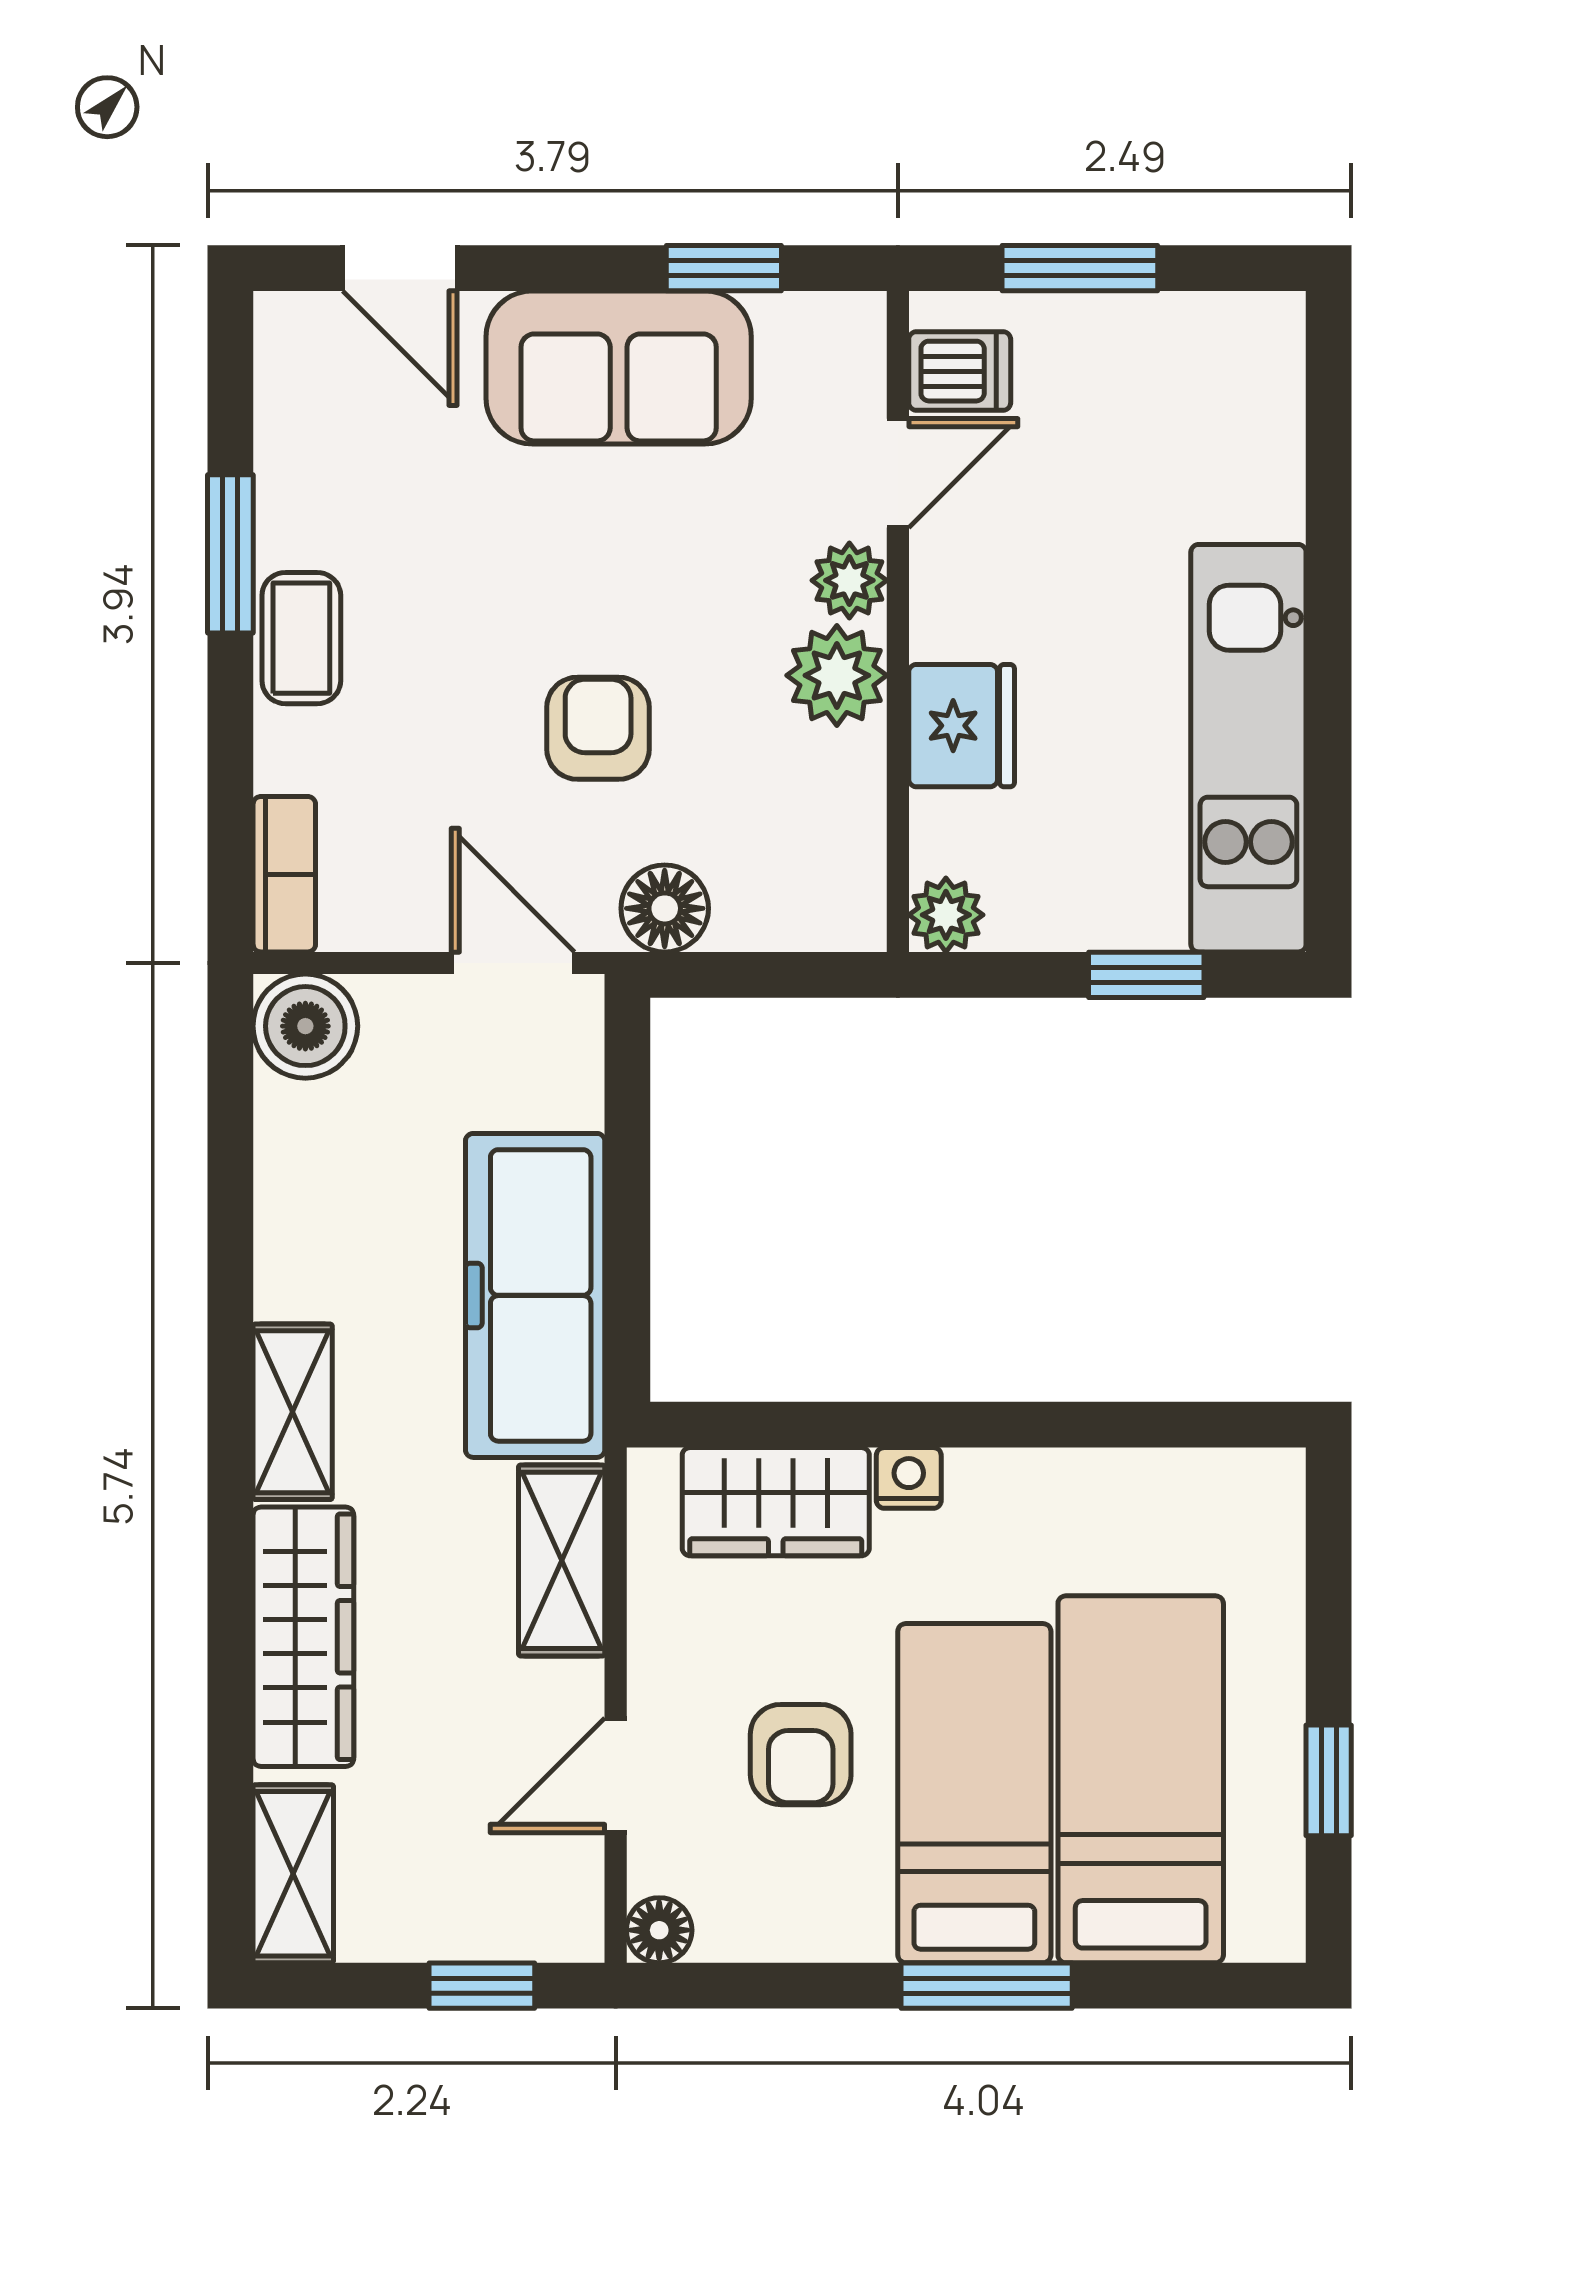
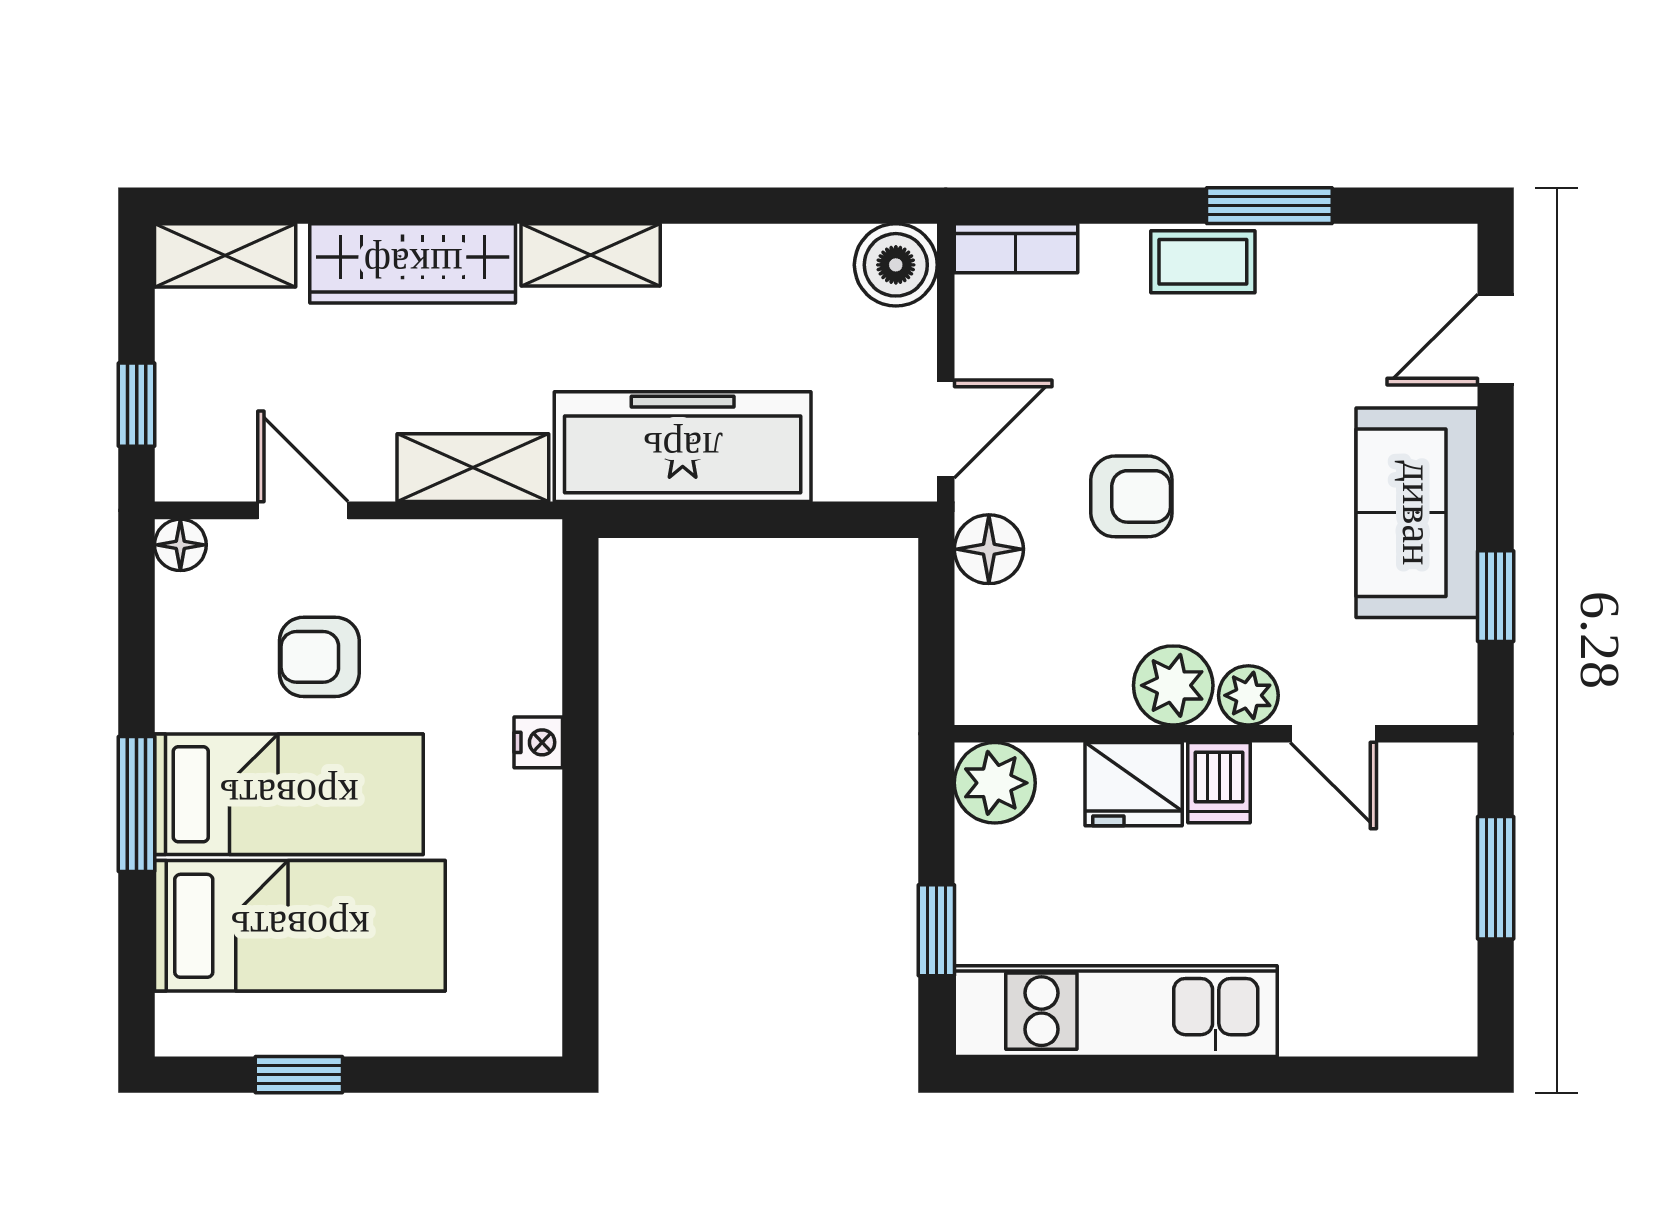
dishwasher: (960, 371) -> (1219, 783), moved
plant: (946, 915) -> (995, 783), width x1.38, depth x1.38
wardrobe: (776, 1502) -> (519, 637), removed

